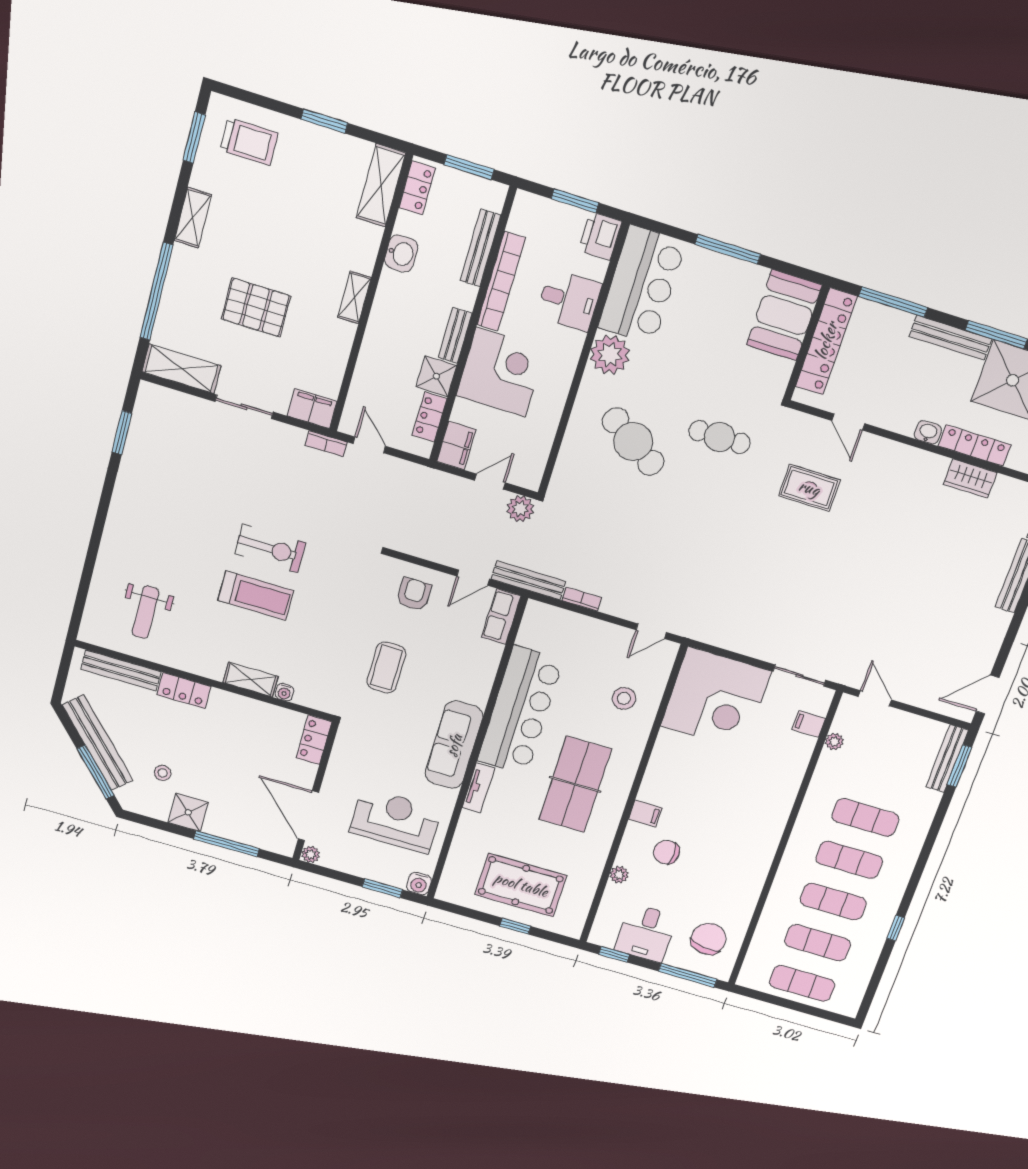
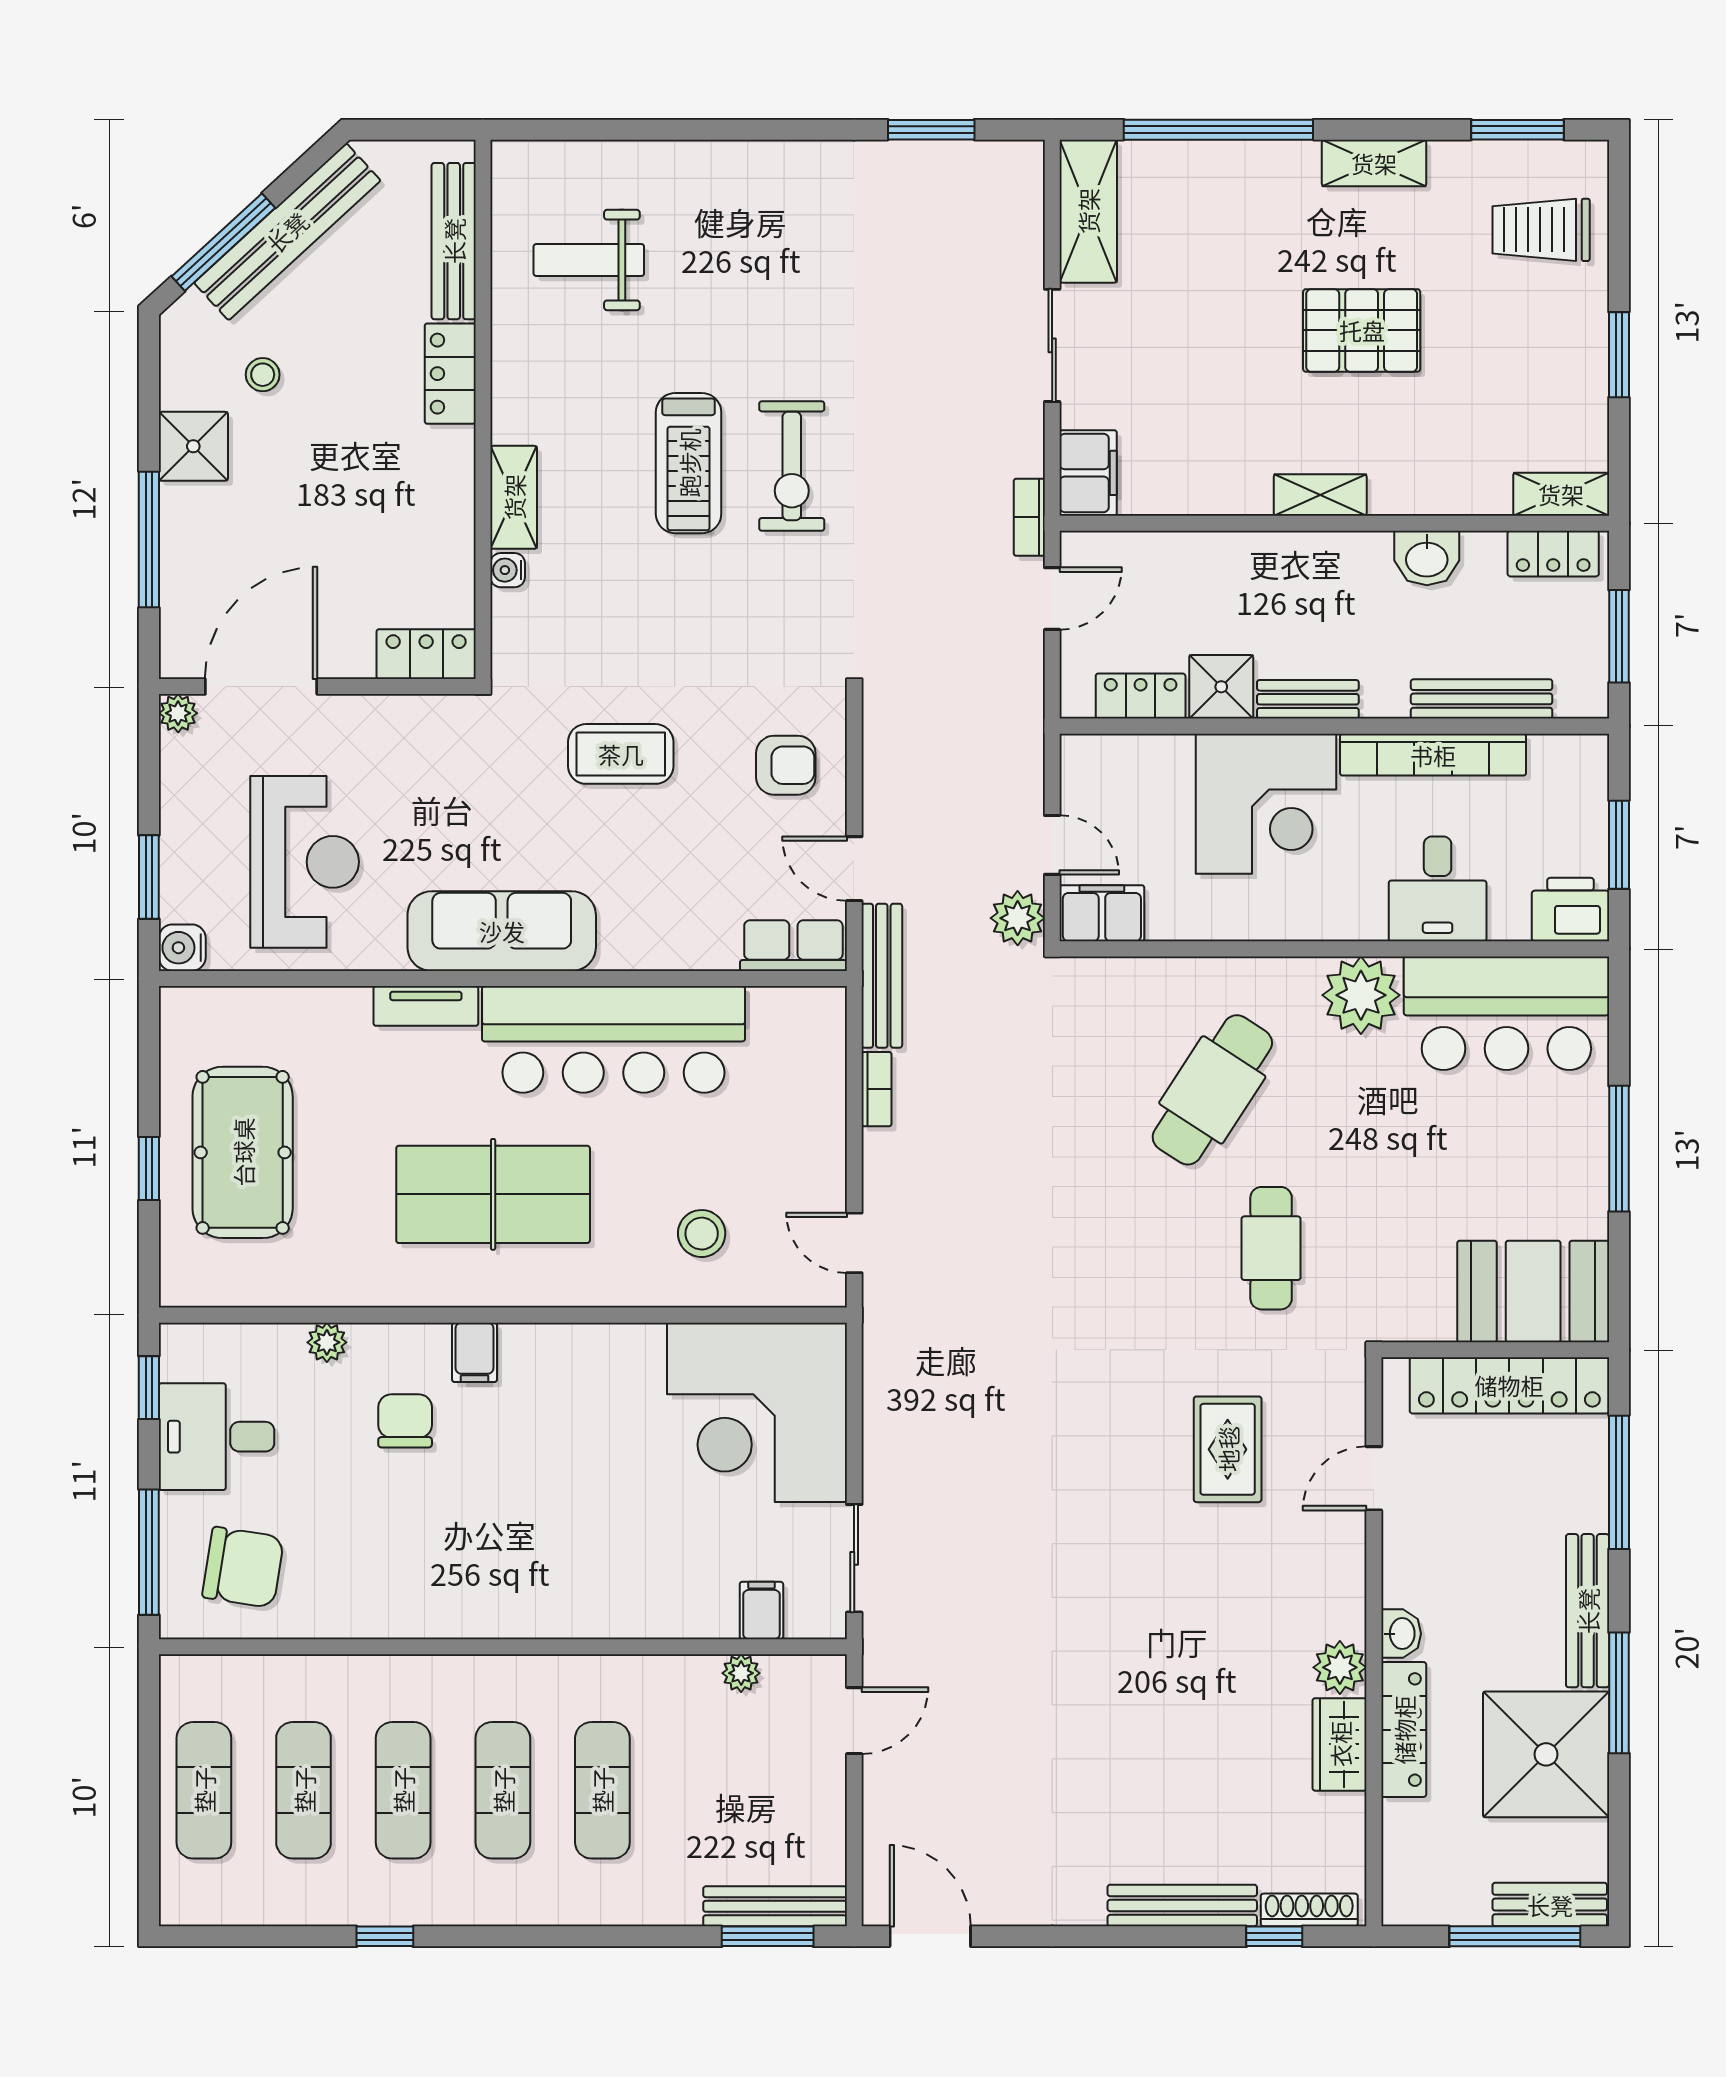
trolley: (249, 142) -> (1541, 230), turned 90
shelving: (381, 185) -> (1561, 494), width x0.67, depth x0.75
pallet: (256, 307) -> (1362, 330), moved, turned 90
filing cabinet: (456, 445) -> (1102, 913), moved, turned 180
plant: (933, 467) -> (1340, 1667), added

